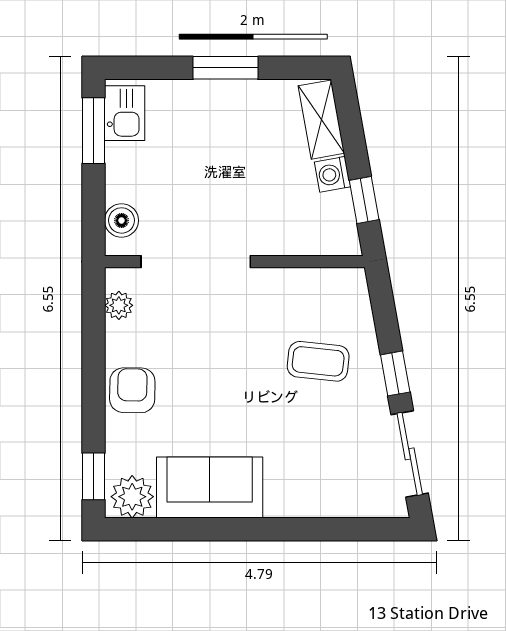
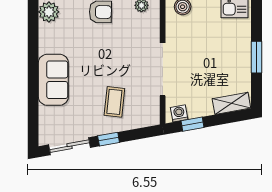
washing machine: (332, 174) -> (179, 113), moved
doorway: (196, 262) -> (163, 69), moved
sofa: (210, 487) -> (53, 80), moved

